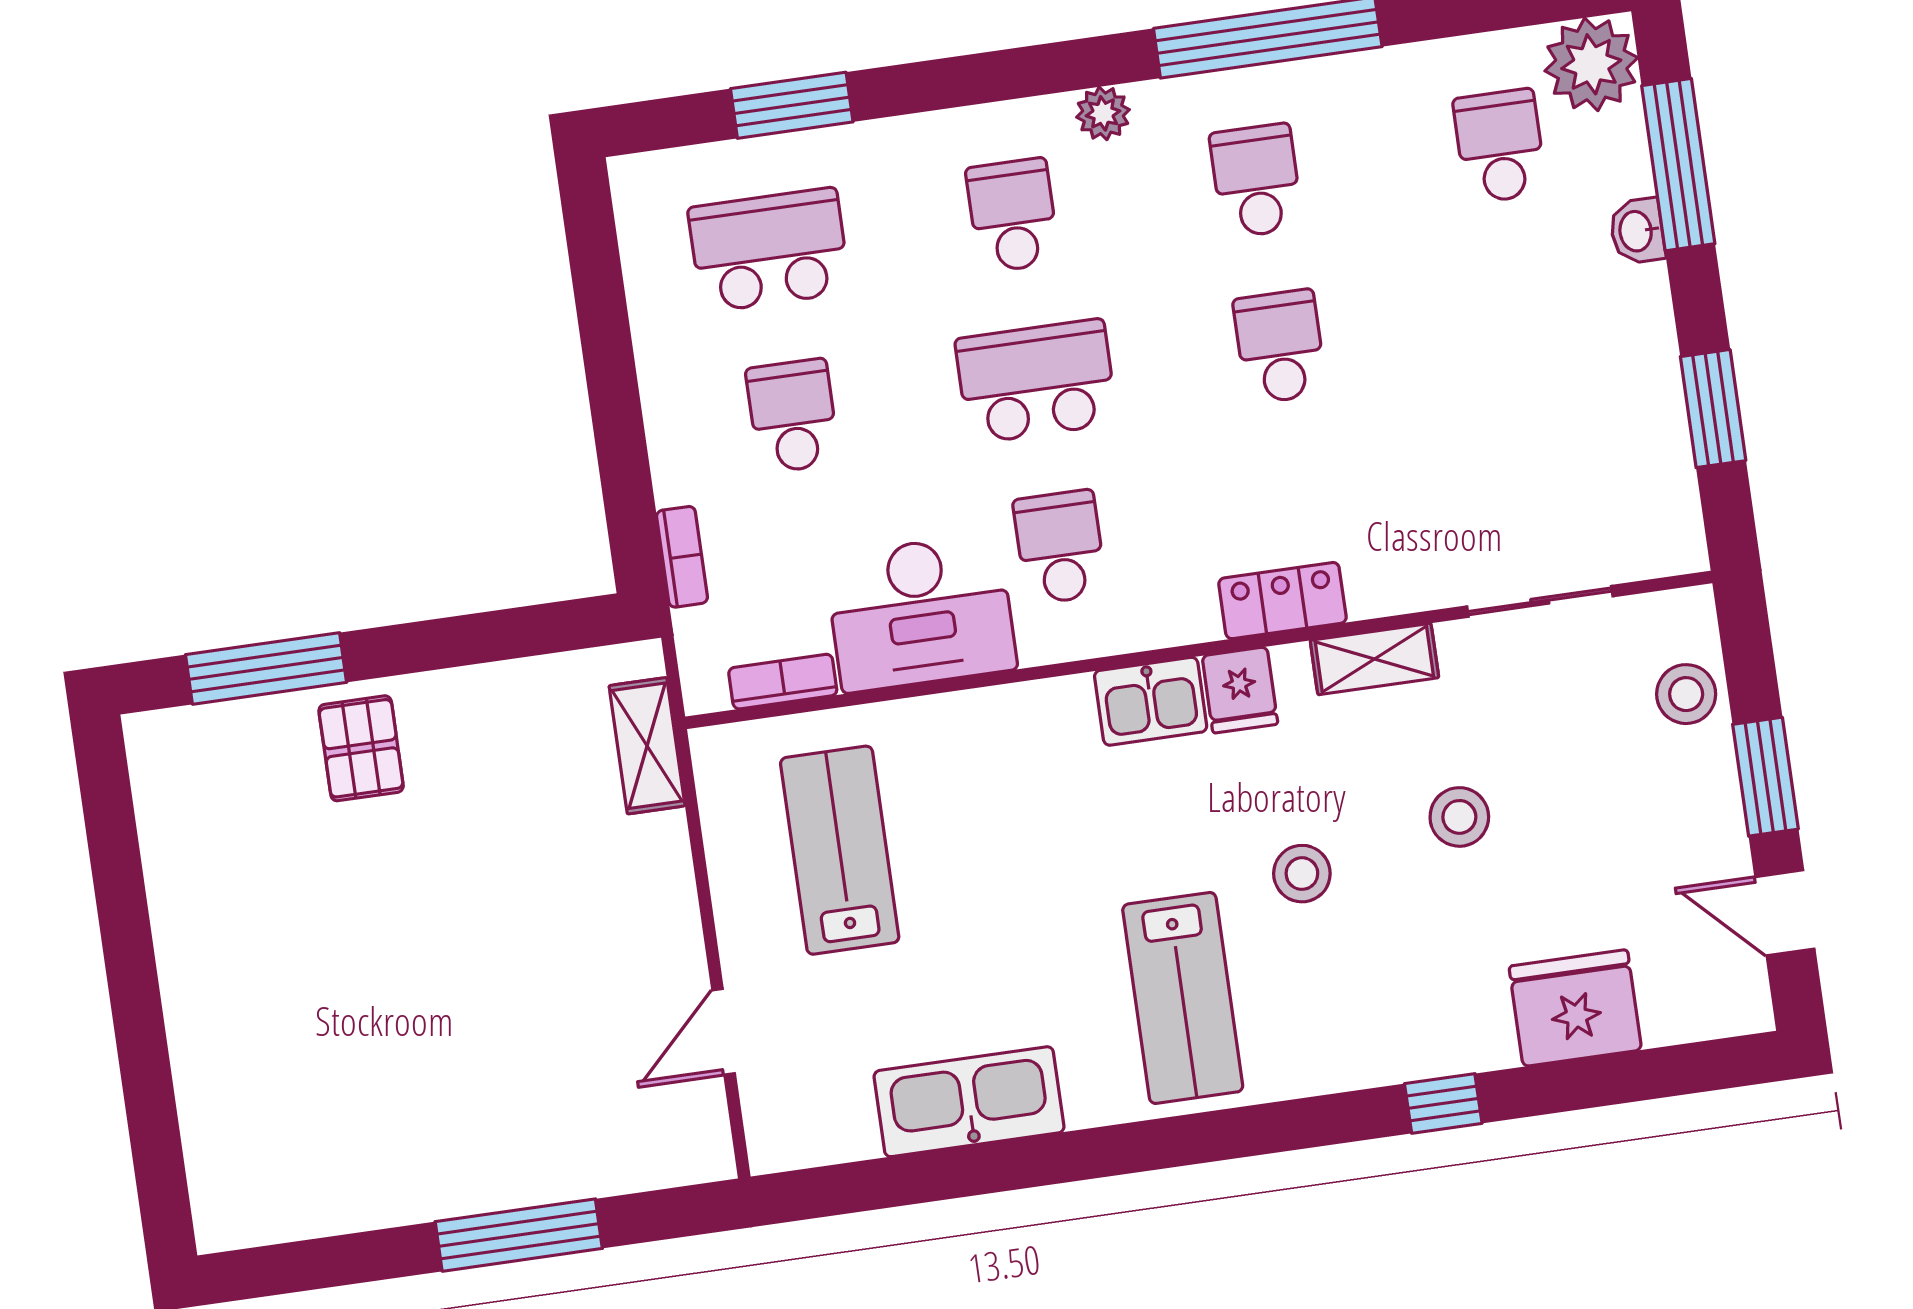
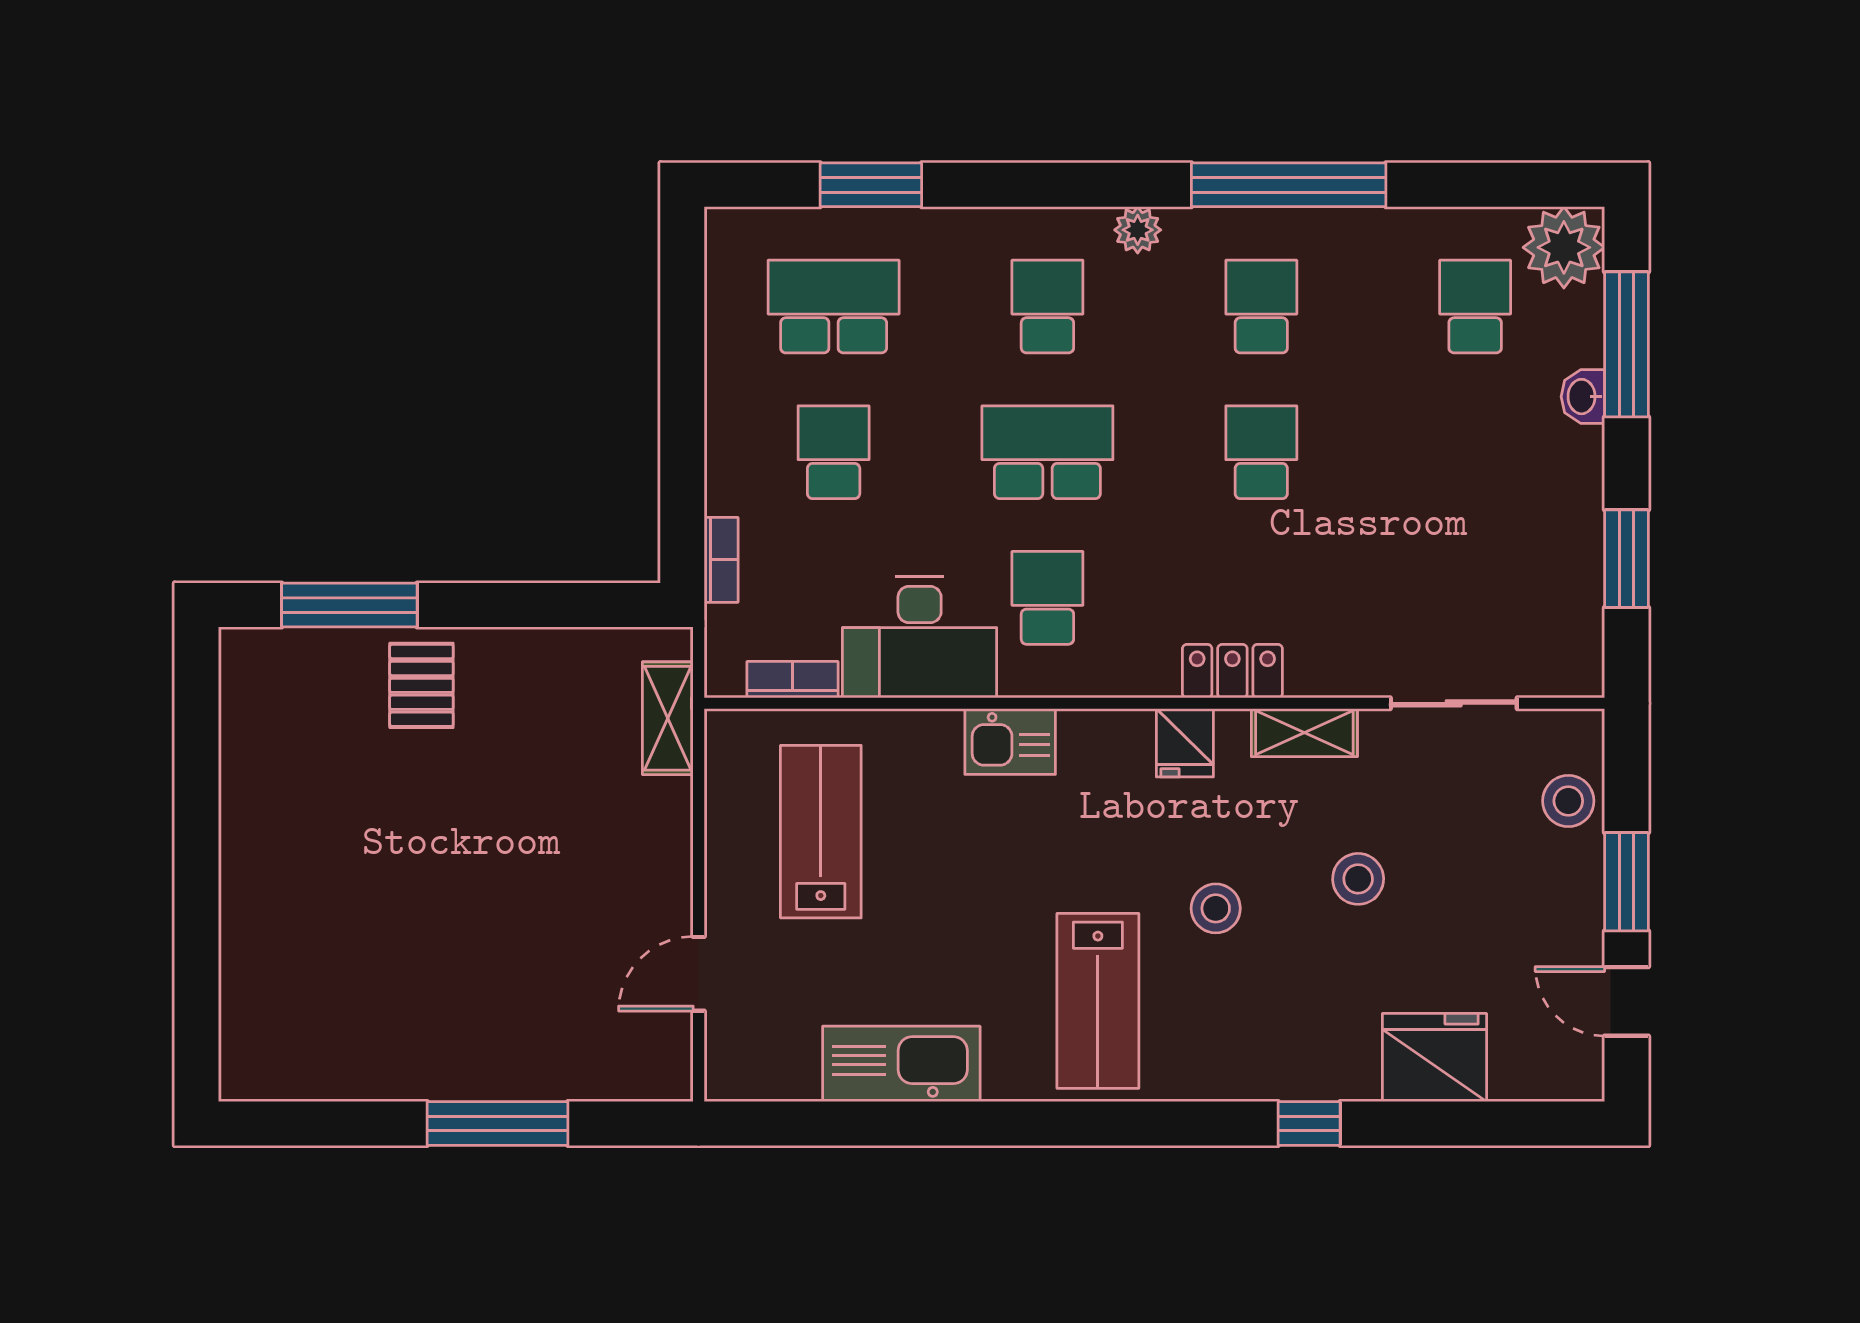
kitchen sink: (1151, 701) -> (1010, 742), moved

